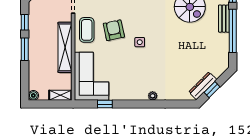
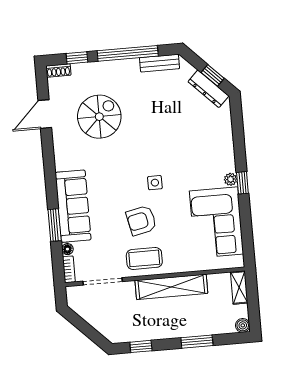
bench: (224, 19) -> (159, 63), moved
window: (25, 49) -> (197, 342), moved
corner sofa: (92, 76) -> (216, 222), moved, turned -90
plant: (153, 96) -> (231, 179), moved
window: (105, 104) -> (242, 183), moved

